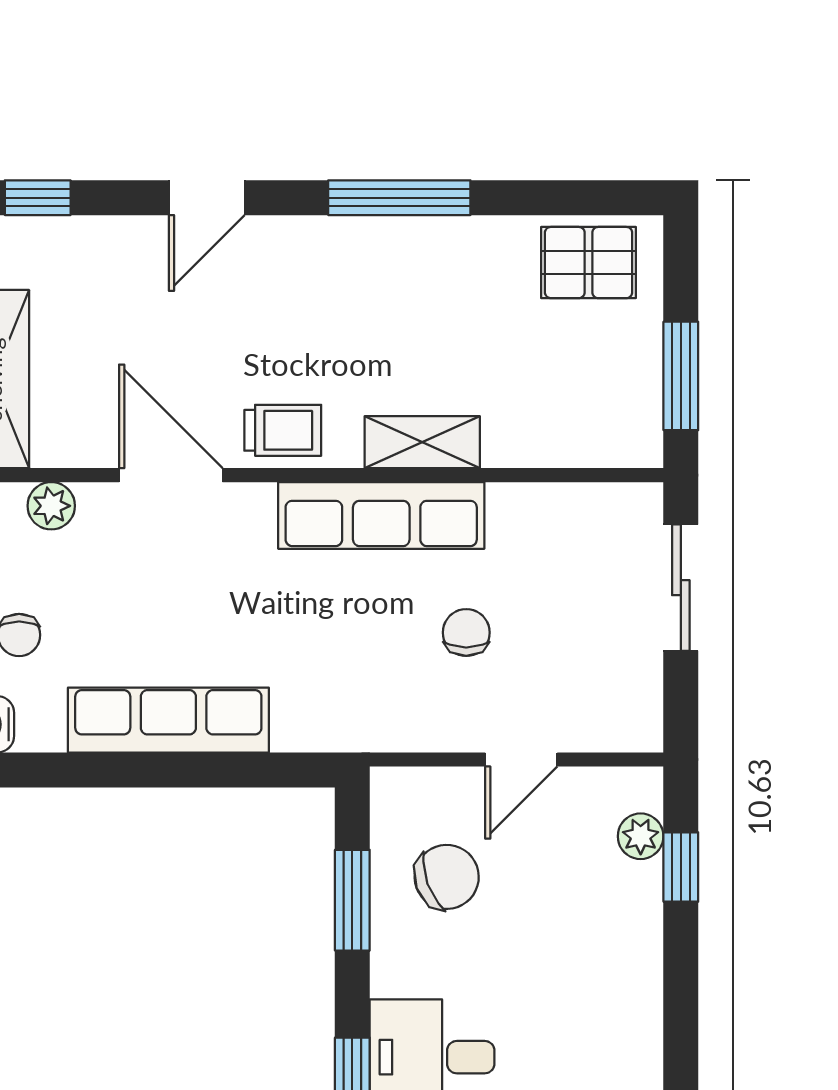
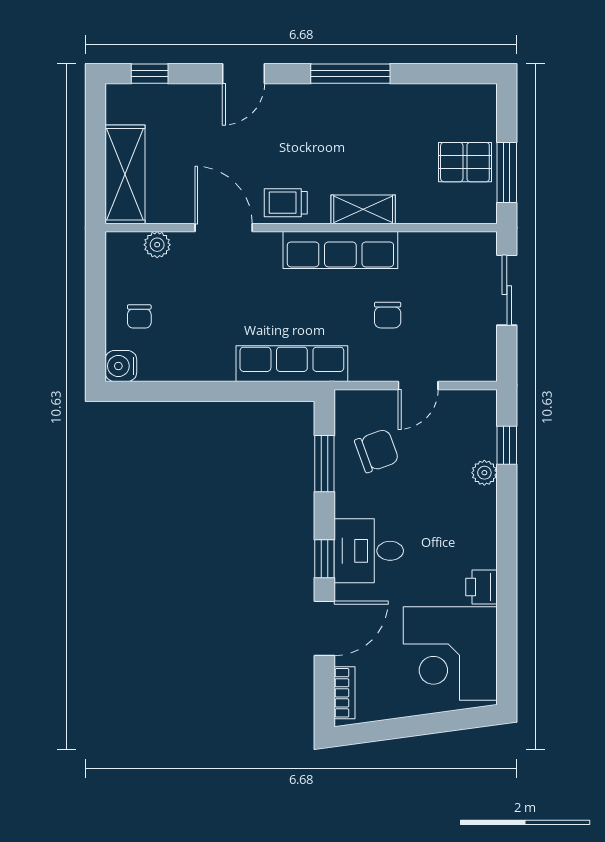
pallet: (589, 263) -> (465, 162), moved
trolley: (283, 430) -> (286, 203), turned 180
chair: (466, 633) -> (388, 315), turned 180
row of seats: (168, 720) -> (292, 364), moved
plant: (641, 836) -> (484, 473), moved

